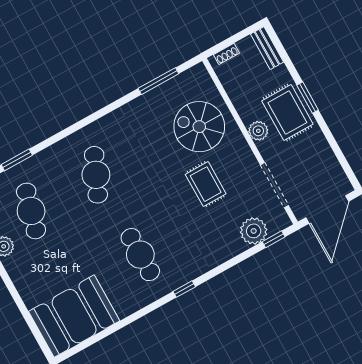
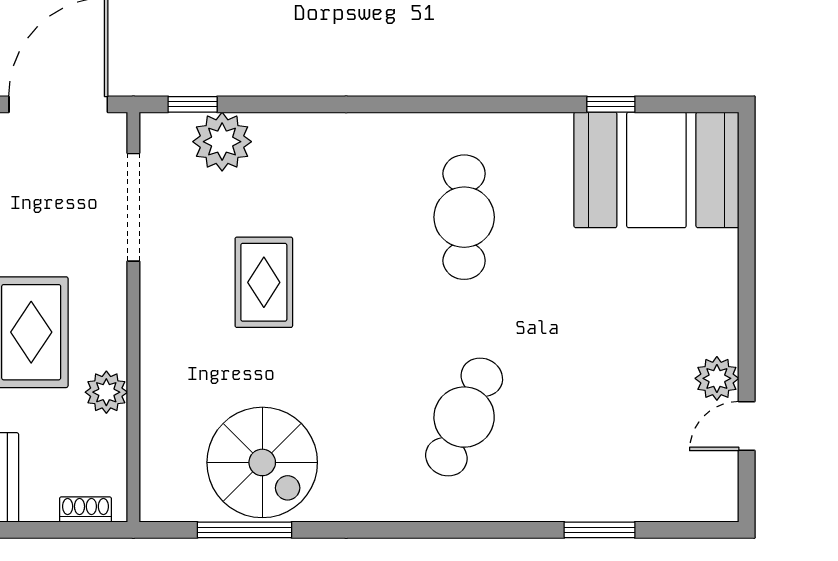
spiral stairs: (199, 127) -> (262, 462), moved
plant: (258, 131) -> (106, 392), moved
cafe table: (31, 211) -> (627, 417), removed
window: (184, 289) -> (611, 104), moved

